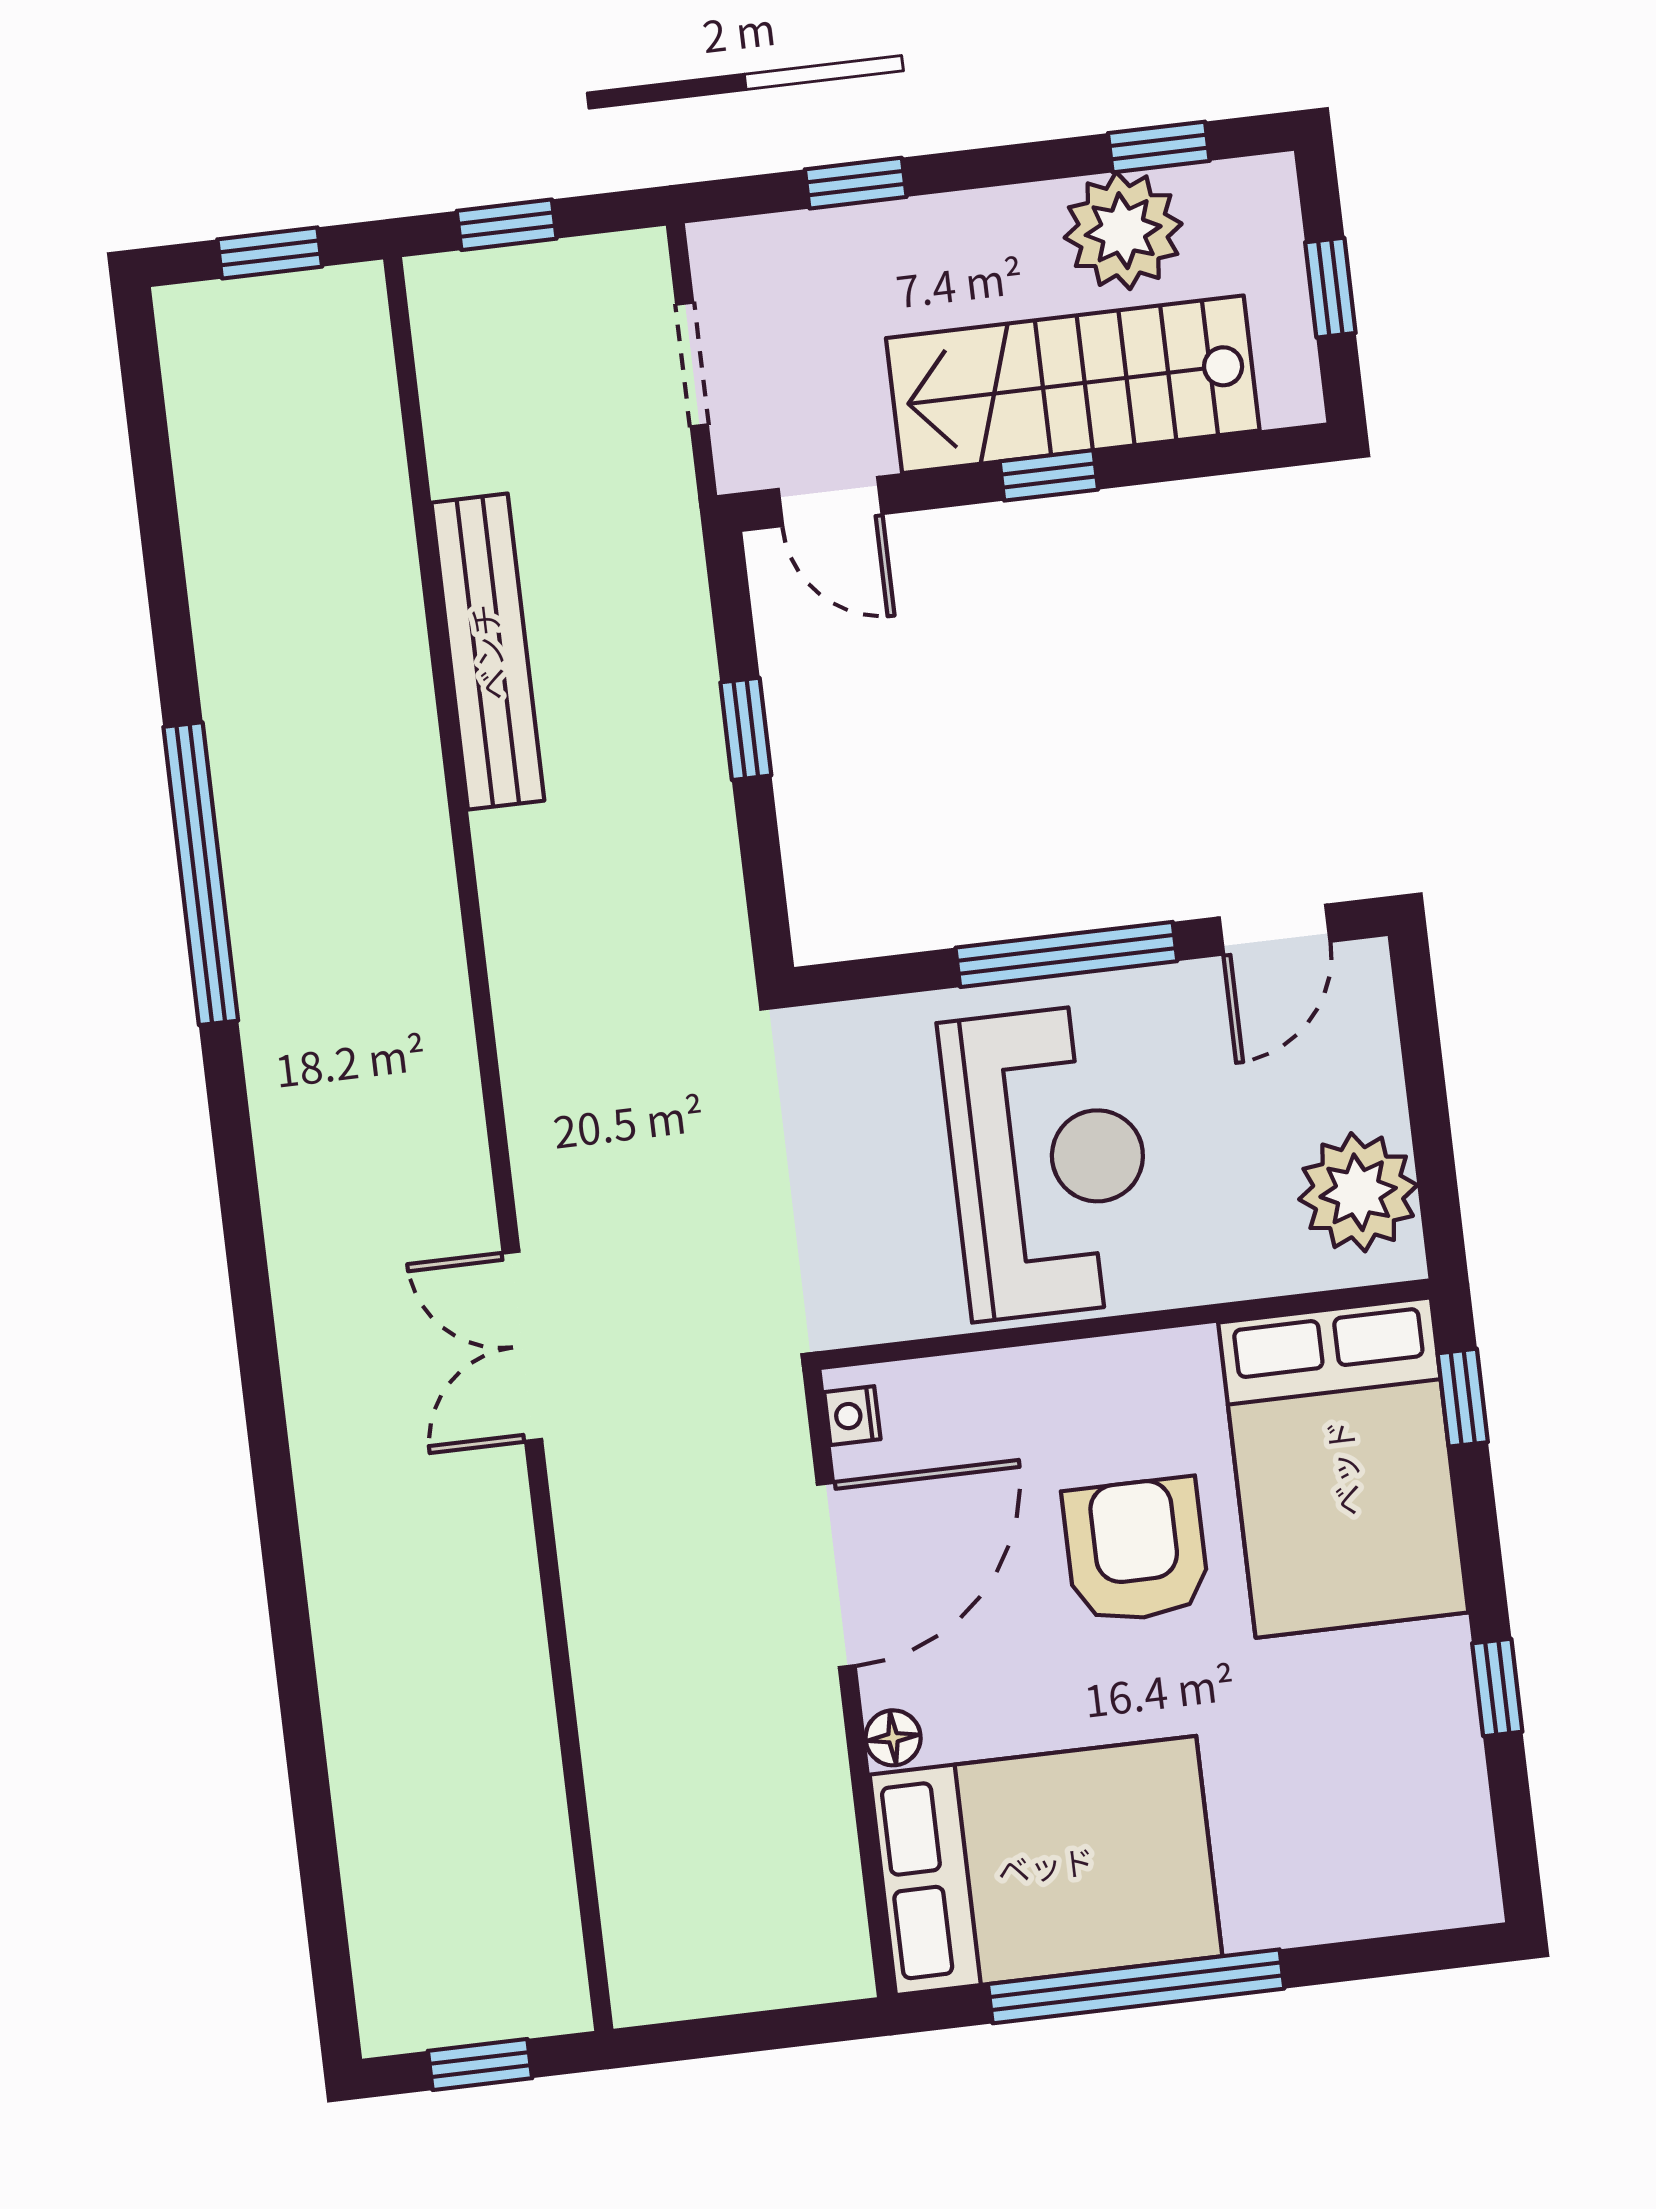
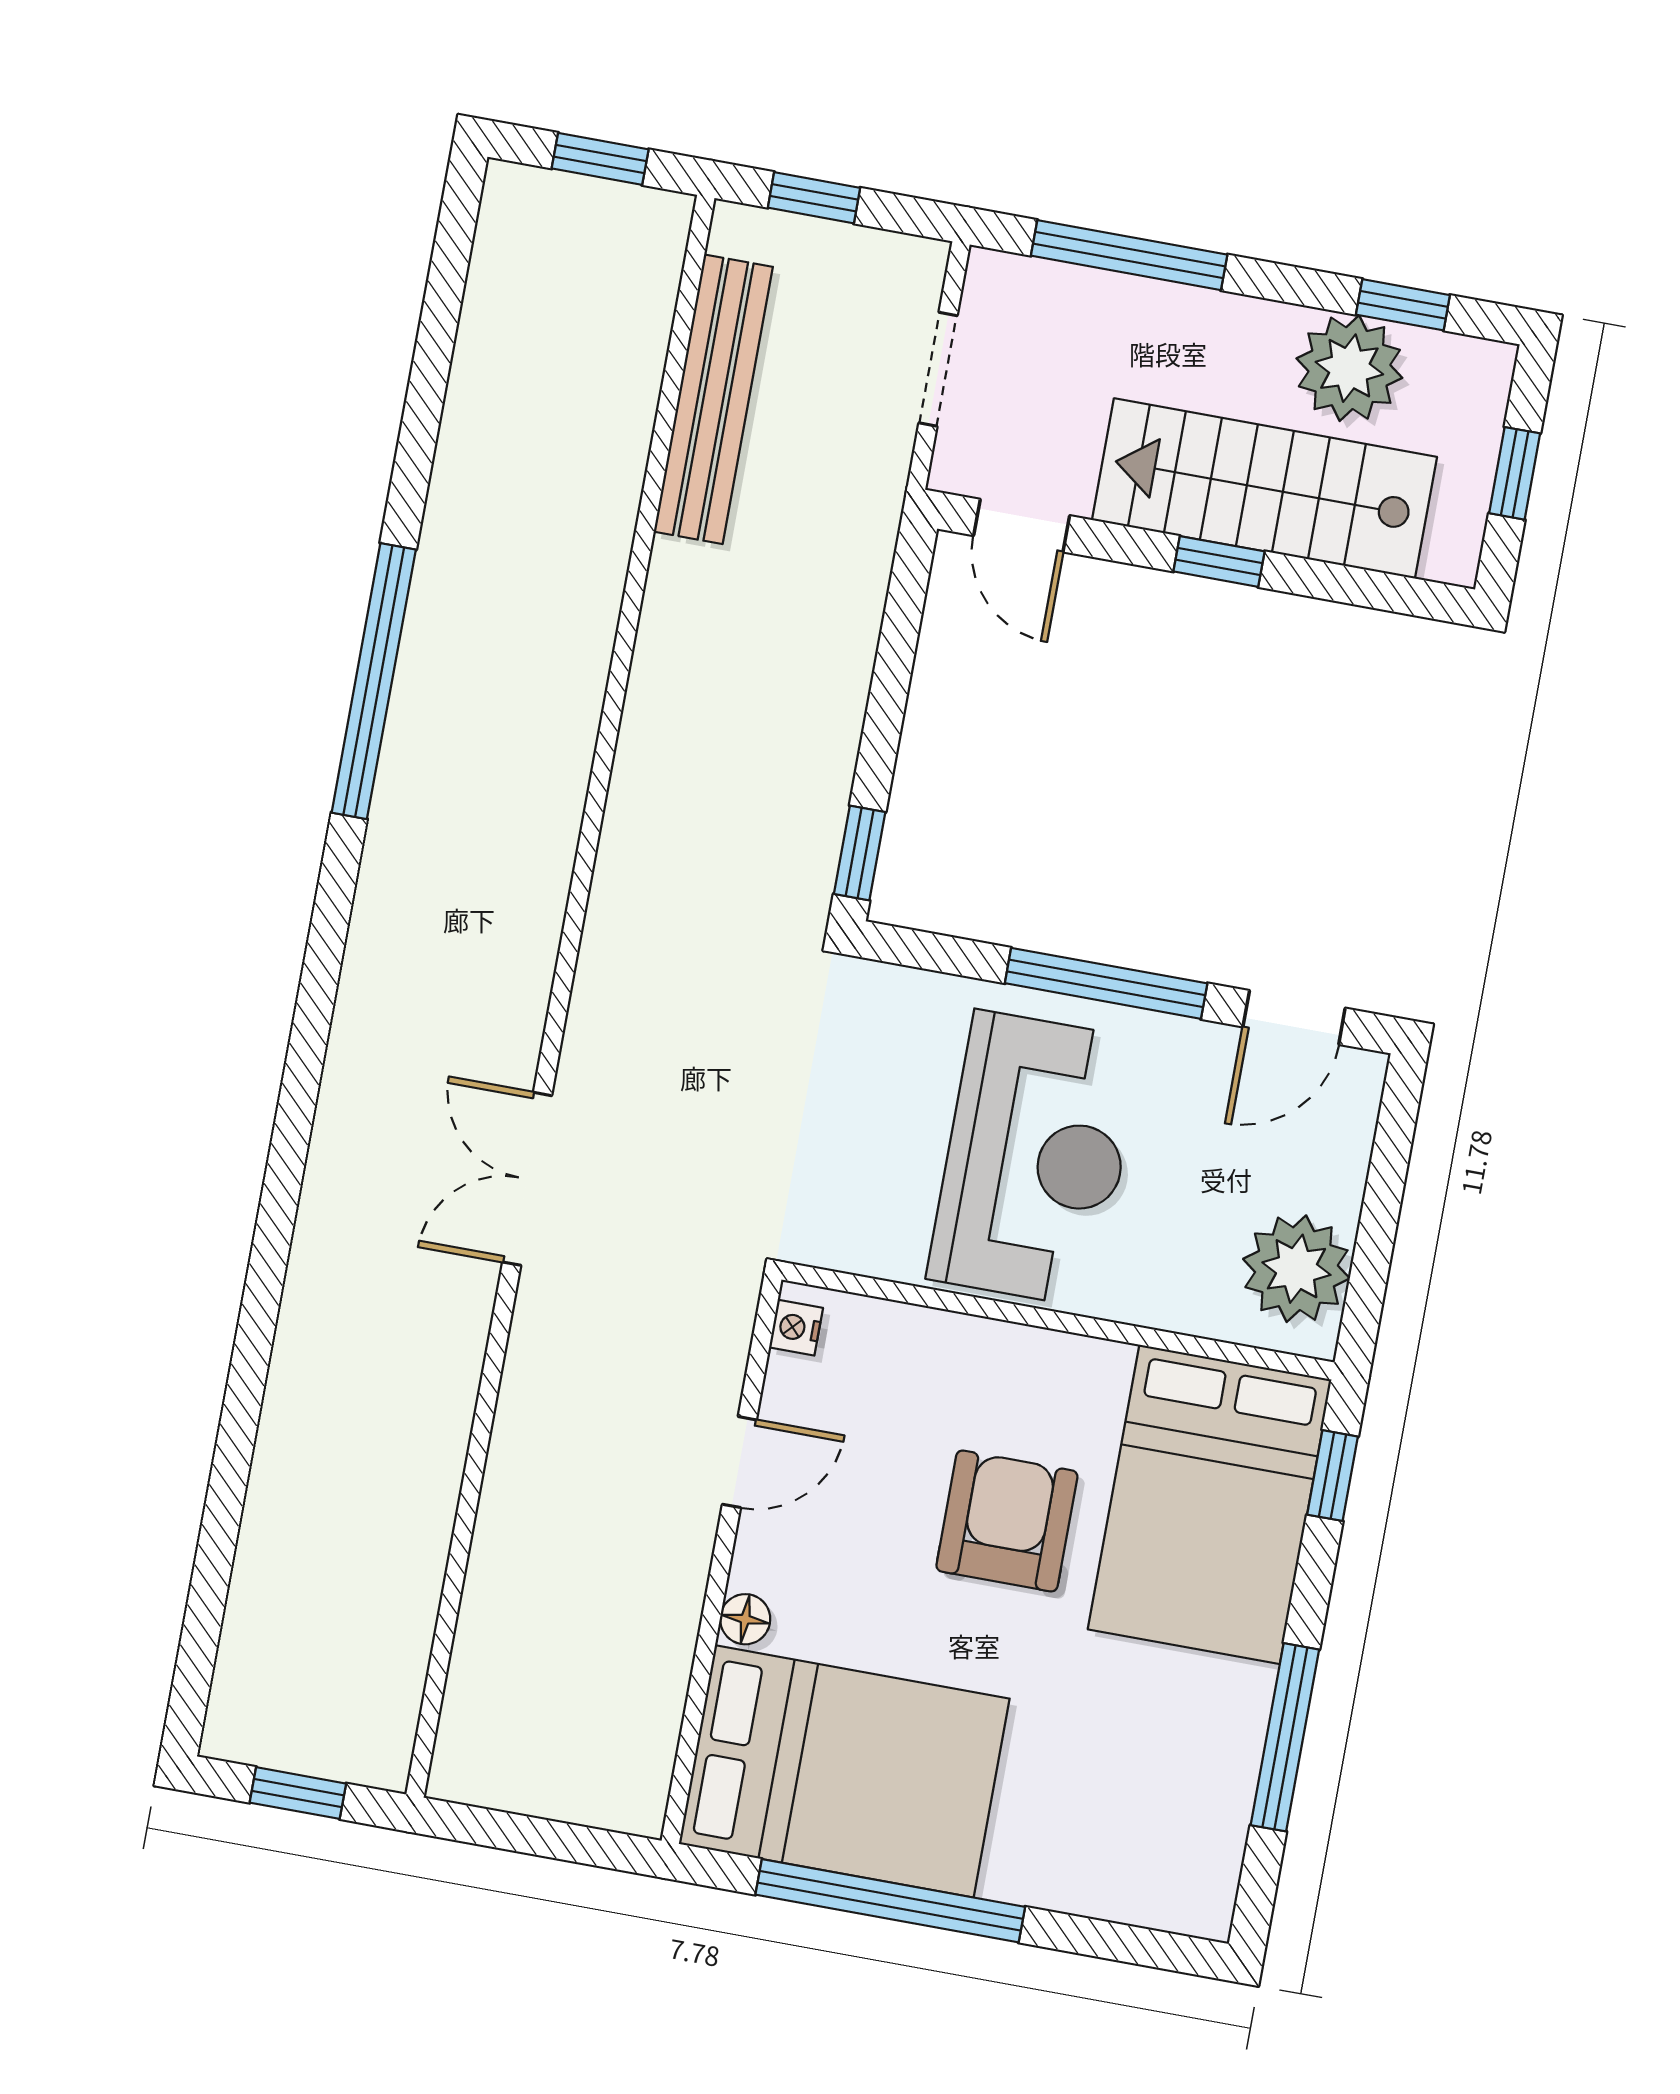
window: (856, 183) -> (1129, 255), width x2.17
bench: (488, 652) -> (713, 399), moved
window: (746, 729) -> (860, 853), moved
door: (836, 1575) -> (739, 1462), width x0.53
window: (1497, 1688) -> (1285, 1737), width x2.17

